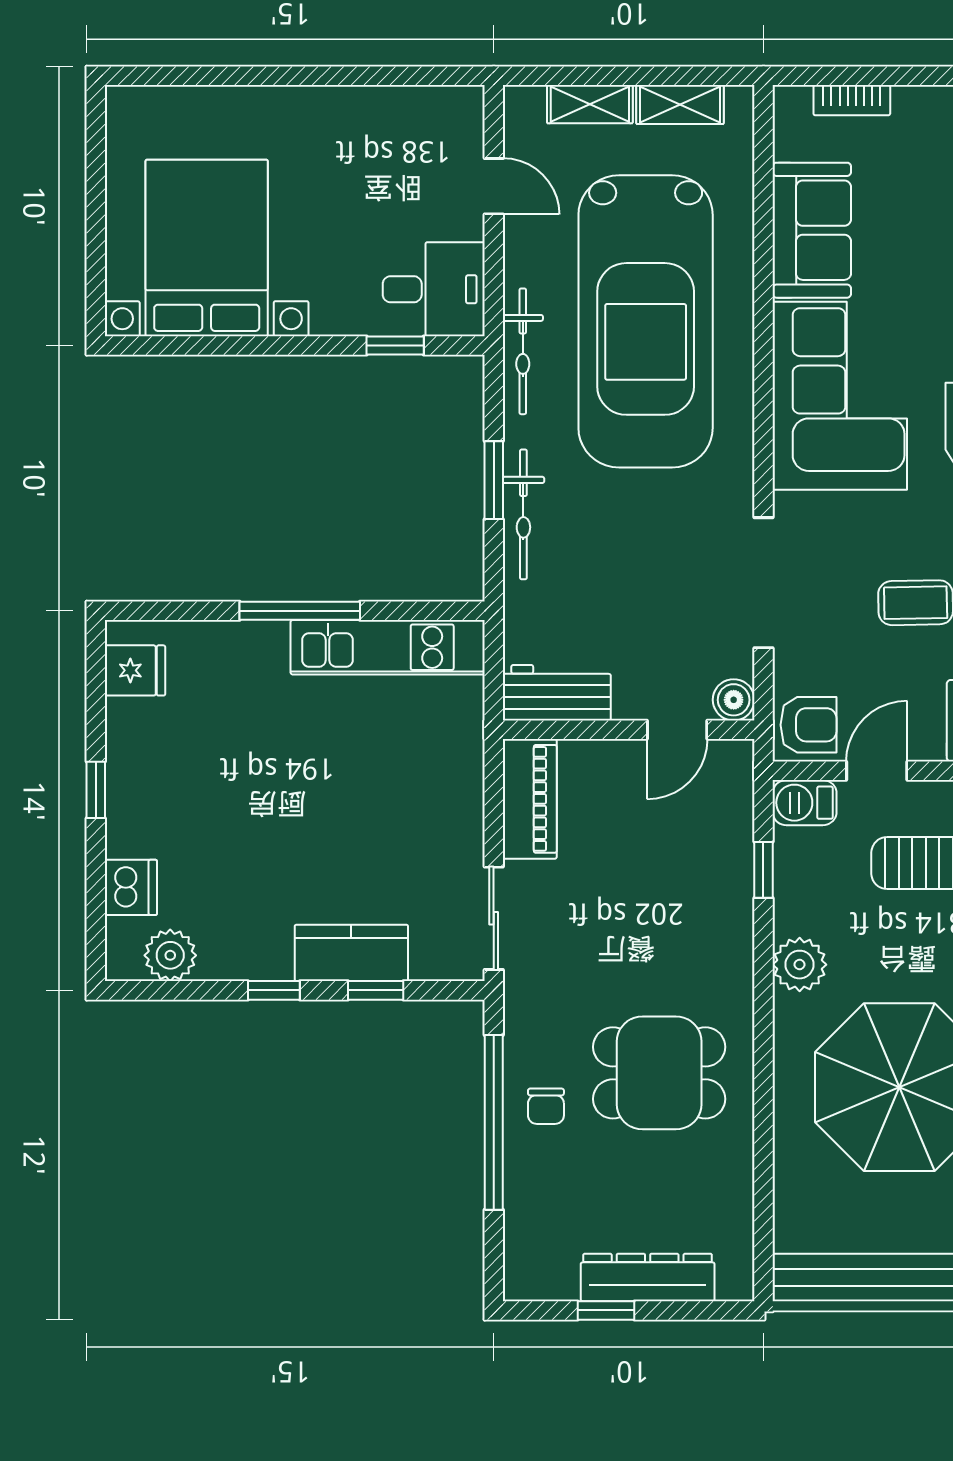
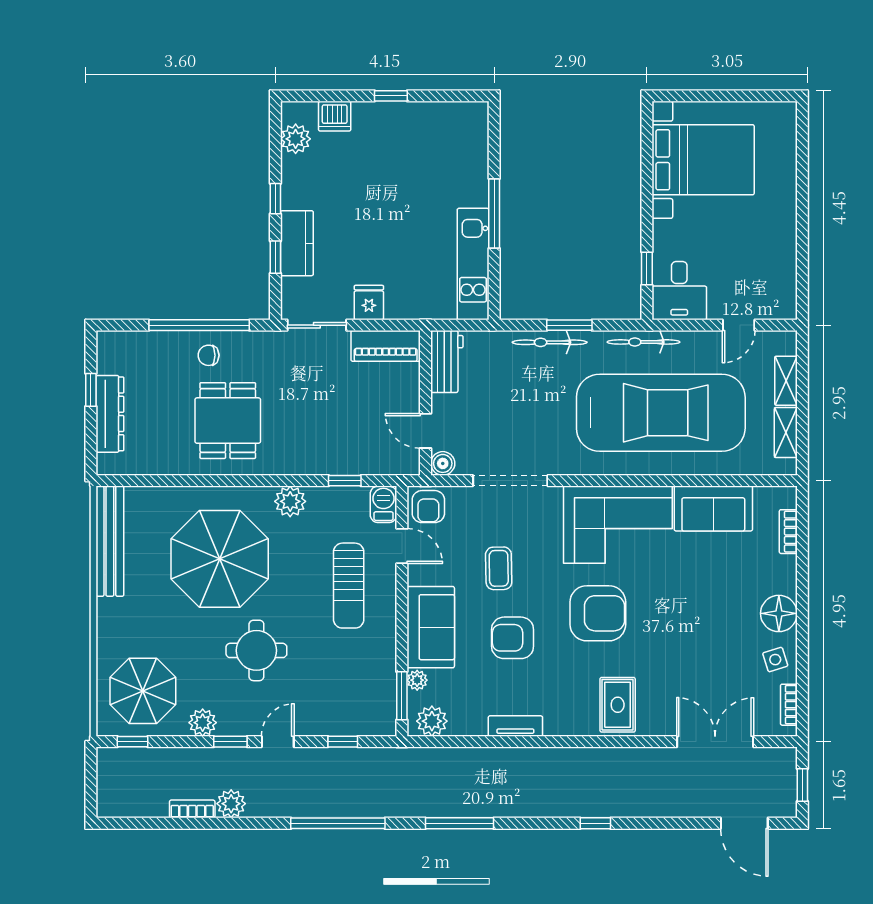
car: (646, 321) -> (661, 413), turned 180
fridge: (135, 670) -> (369, 303), moved, turned 180

